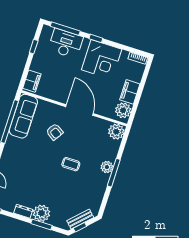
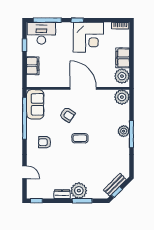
desk: (66, 43) -> (41, 33), moved
filing cabinet: (32, 81) -> (33, 66), moved
sofa: (23, 116) -> (35, 104), width x0.73
armchair: (22, 152) -> (45, 142), added
coffee table: (71, 164) -> (80, 138), moved

